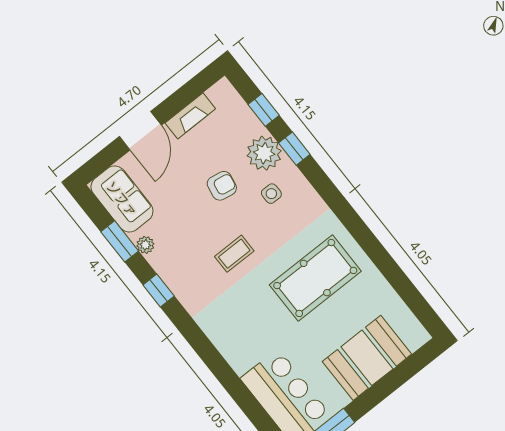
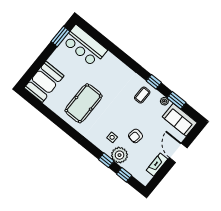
coffee table: (234, 254) -> (142, 95), moved
booth: (367, 358) -> (44, 82), moved

